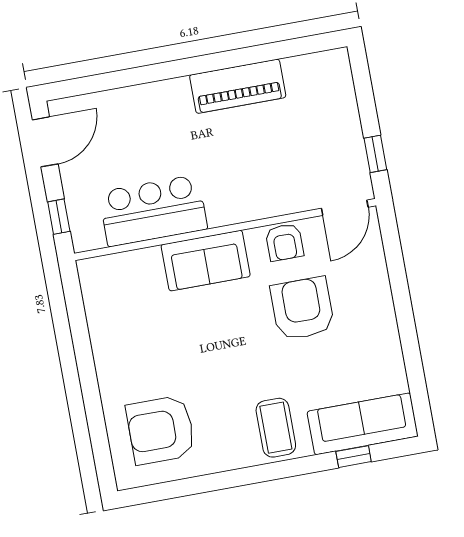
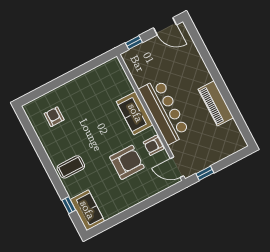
bar counter: (153, 211) -> (164, 111), moved, width x1.36
sofa: (363, 424) -> (87, 210), width x0.73
armchair: (161, 430) -> (54, 117), width x0.53, depth x0.53

